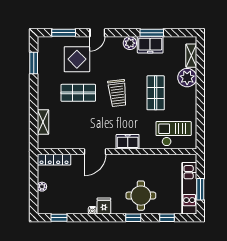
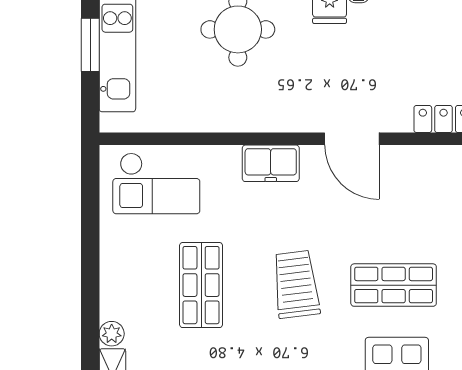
plant: (187, 78) -> (112, 334), width x0.53, depth x0.53
door: (95, 152) -> (352, 139), swing flipped

